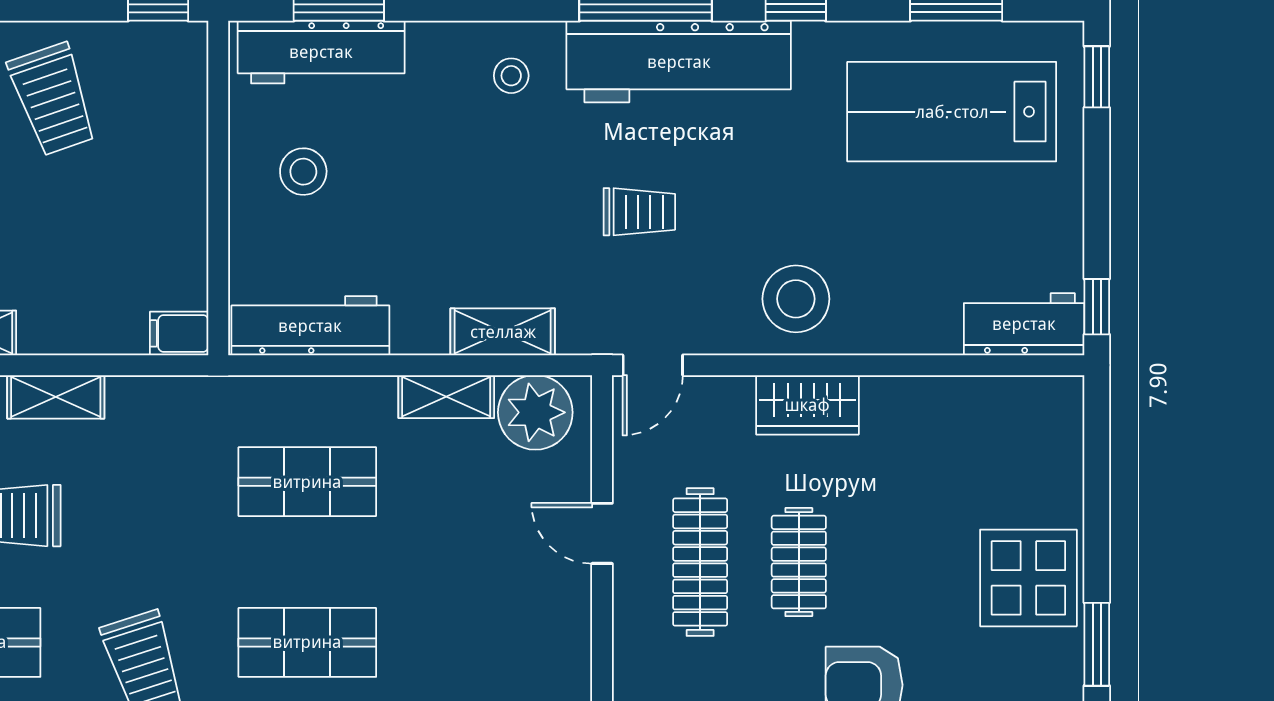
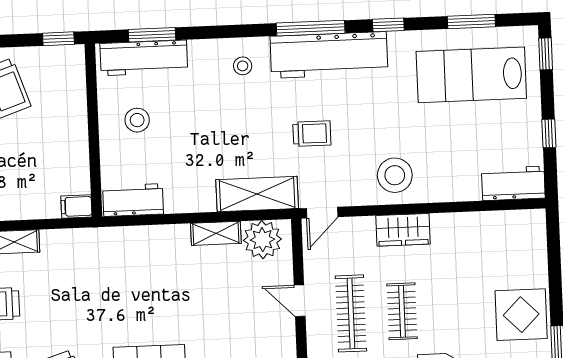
window: (1097, 307) -> (549, 133), moved
workbench: (310, 326) -> (133, 200), width x0.73
shelving: (503, 332) -> (257, 194), width x1.50, depth x1.33
shop shelf: (307, 482) -> (146, 280), removed

